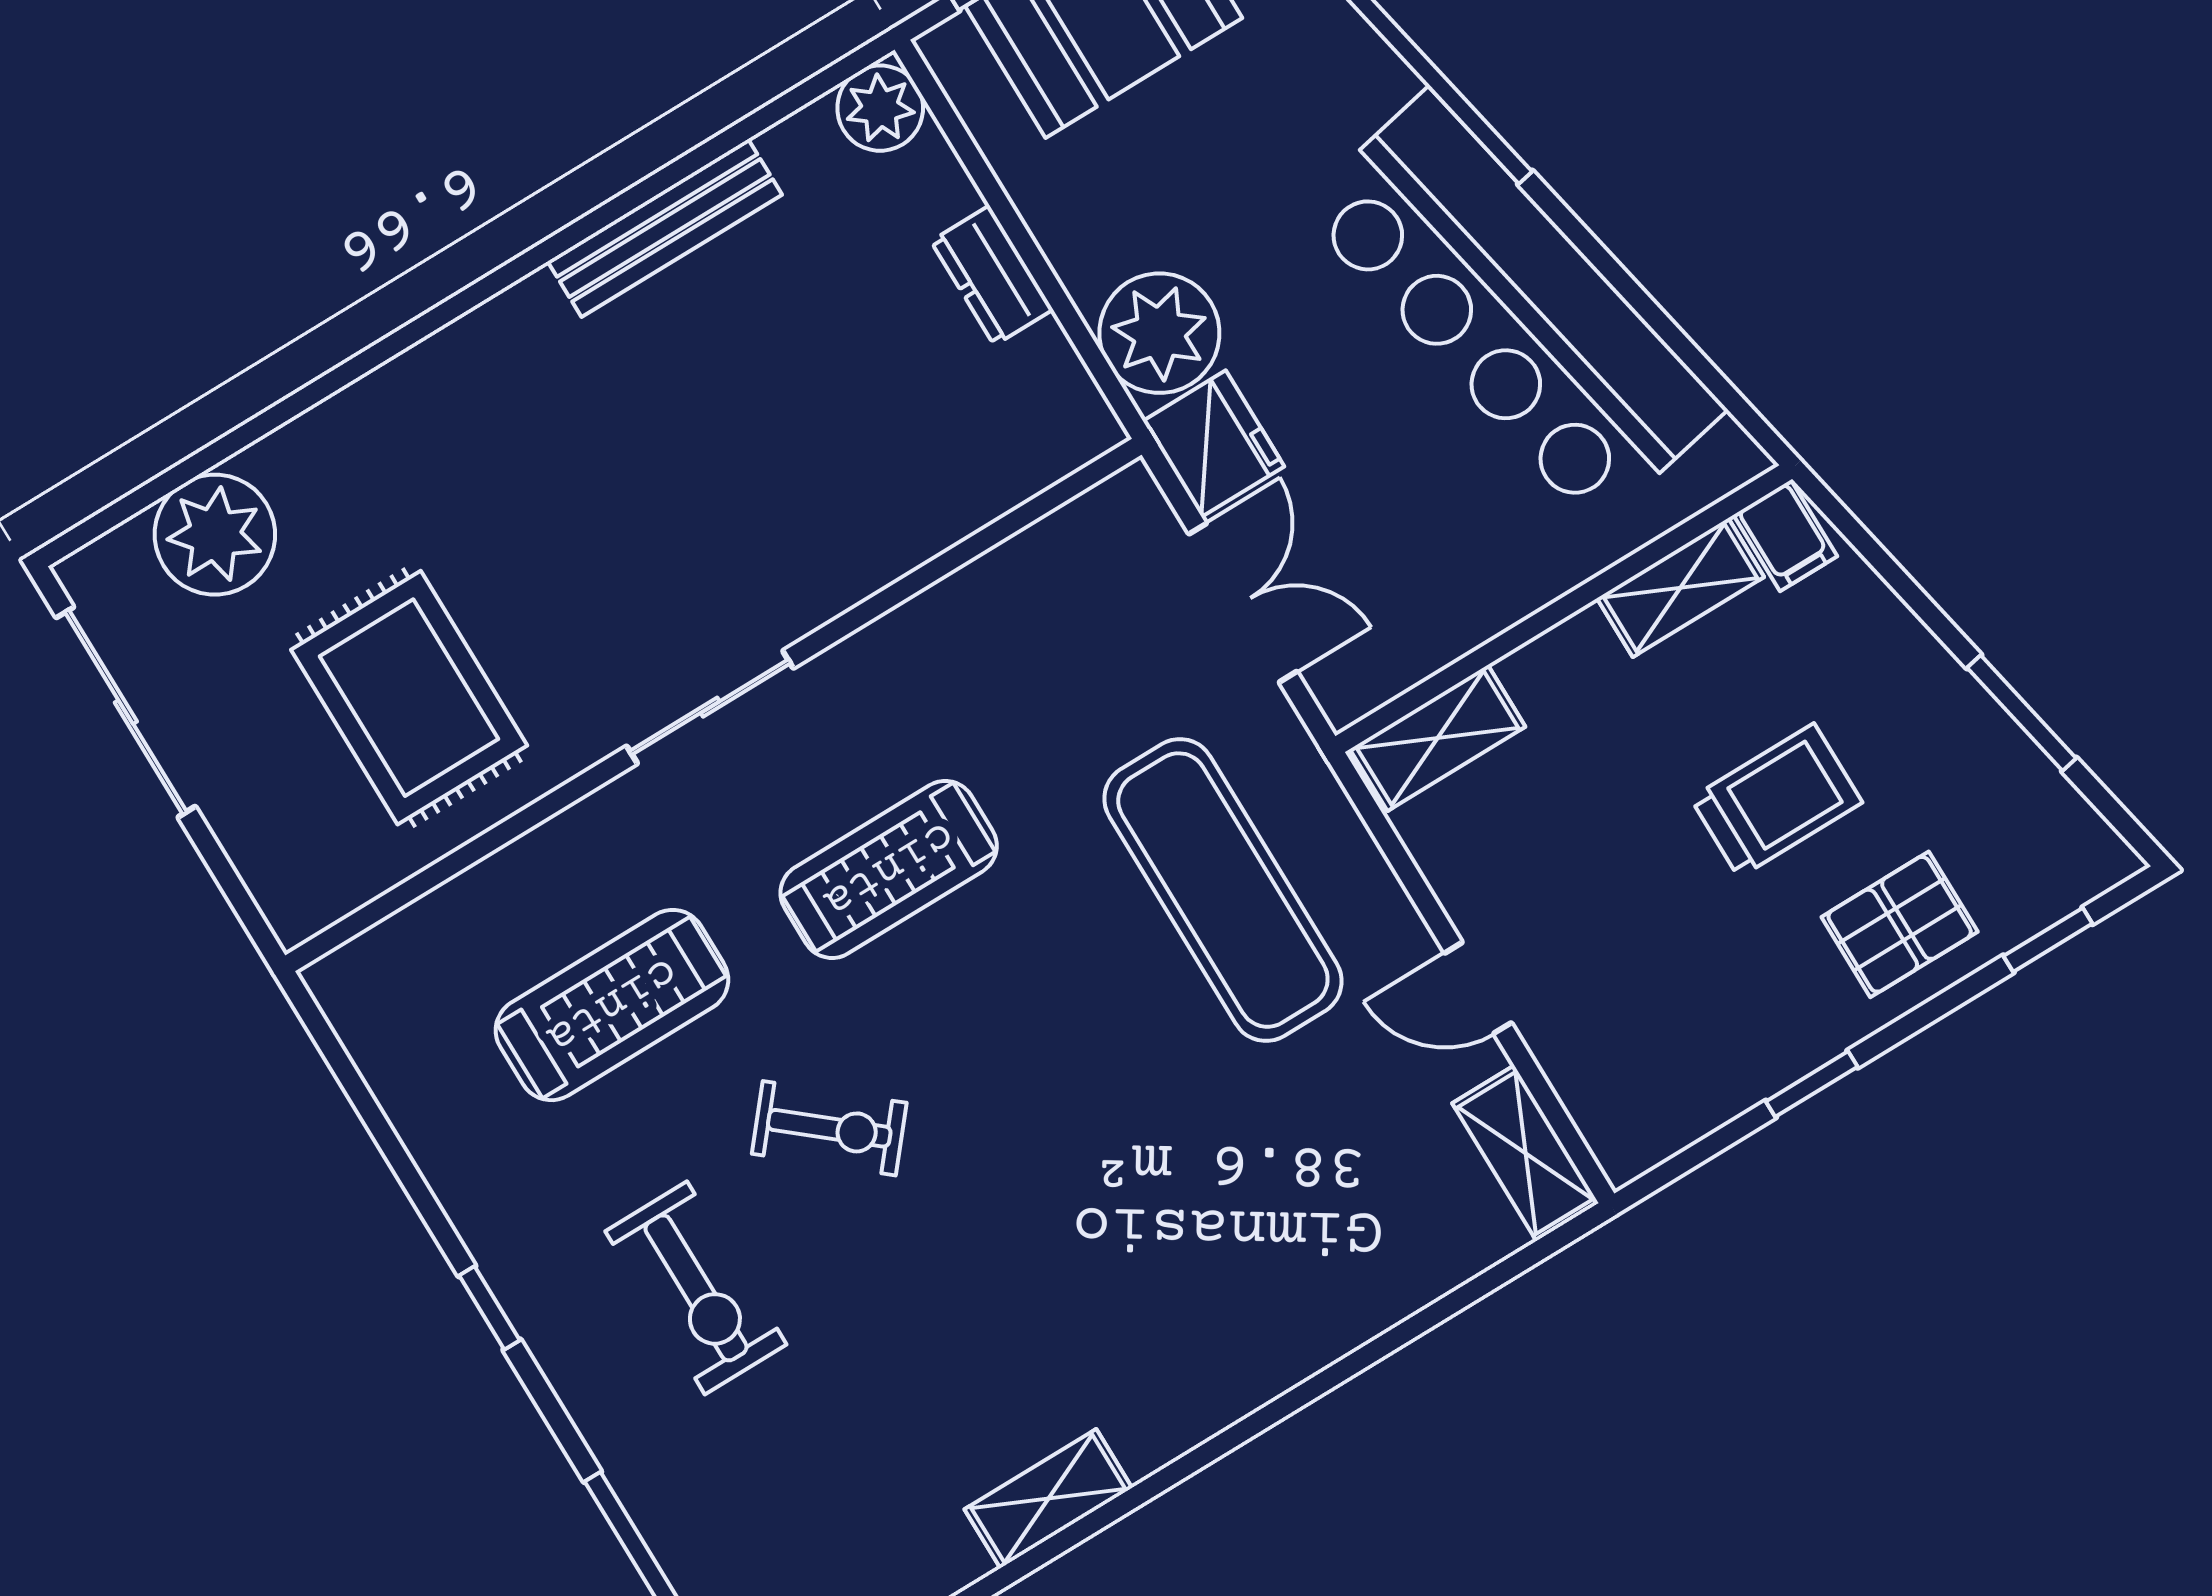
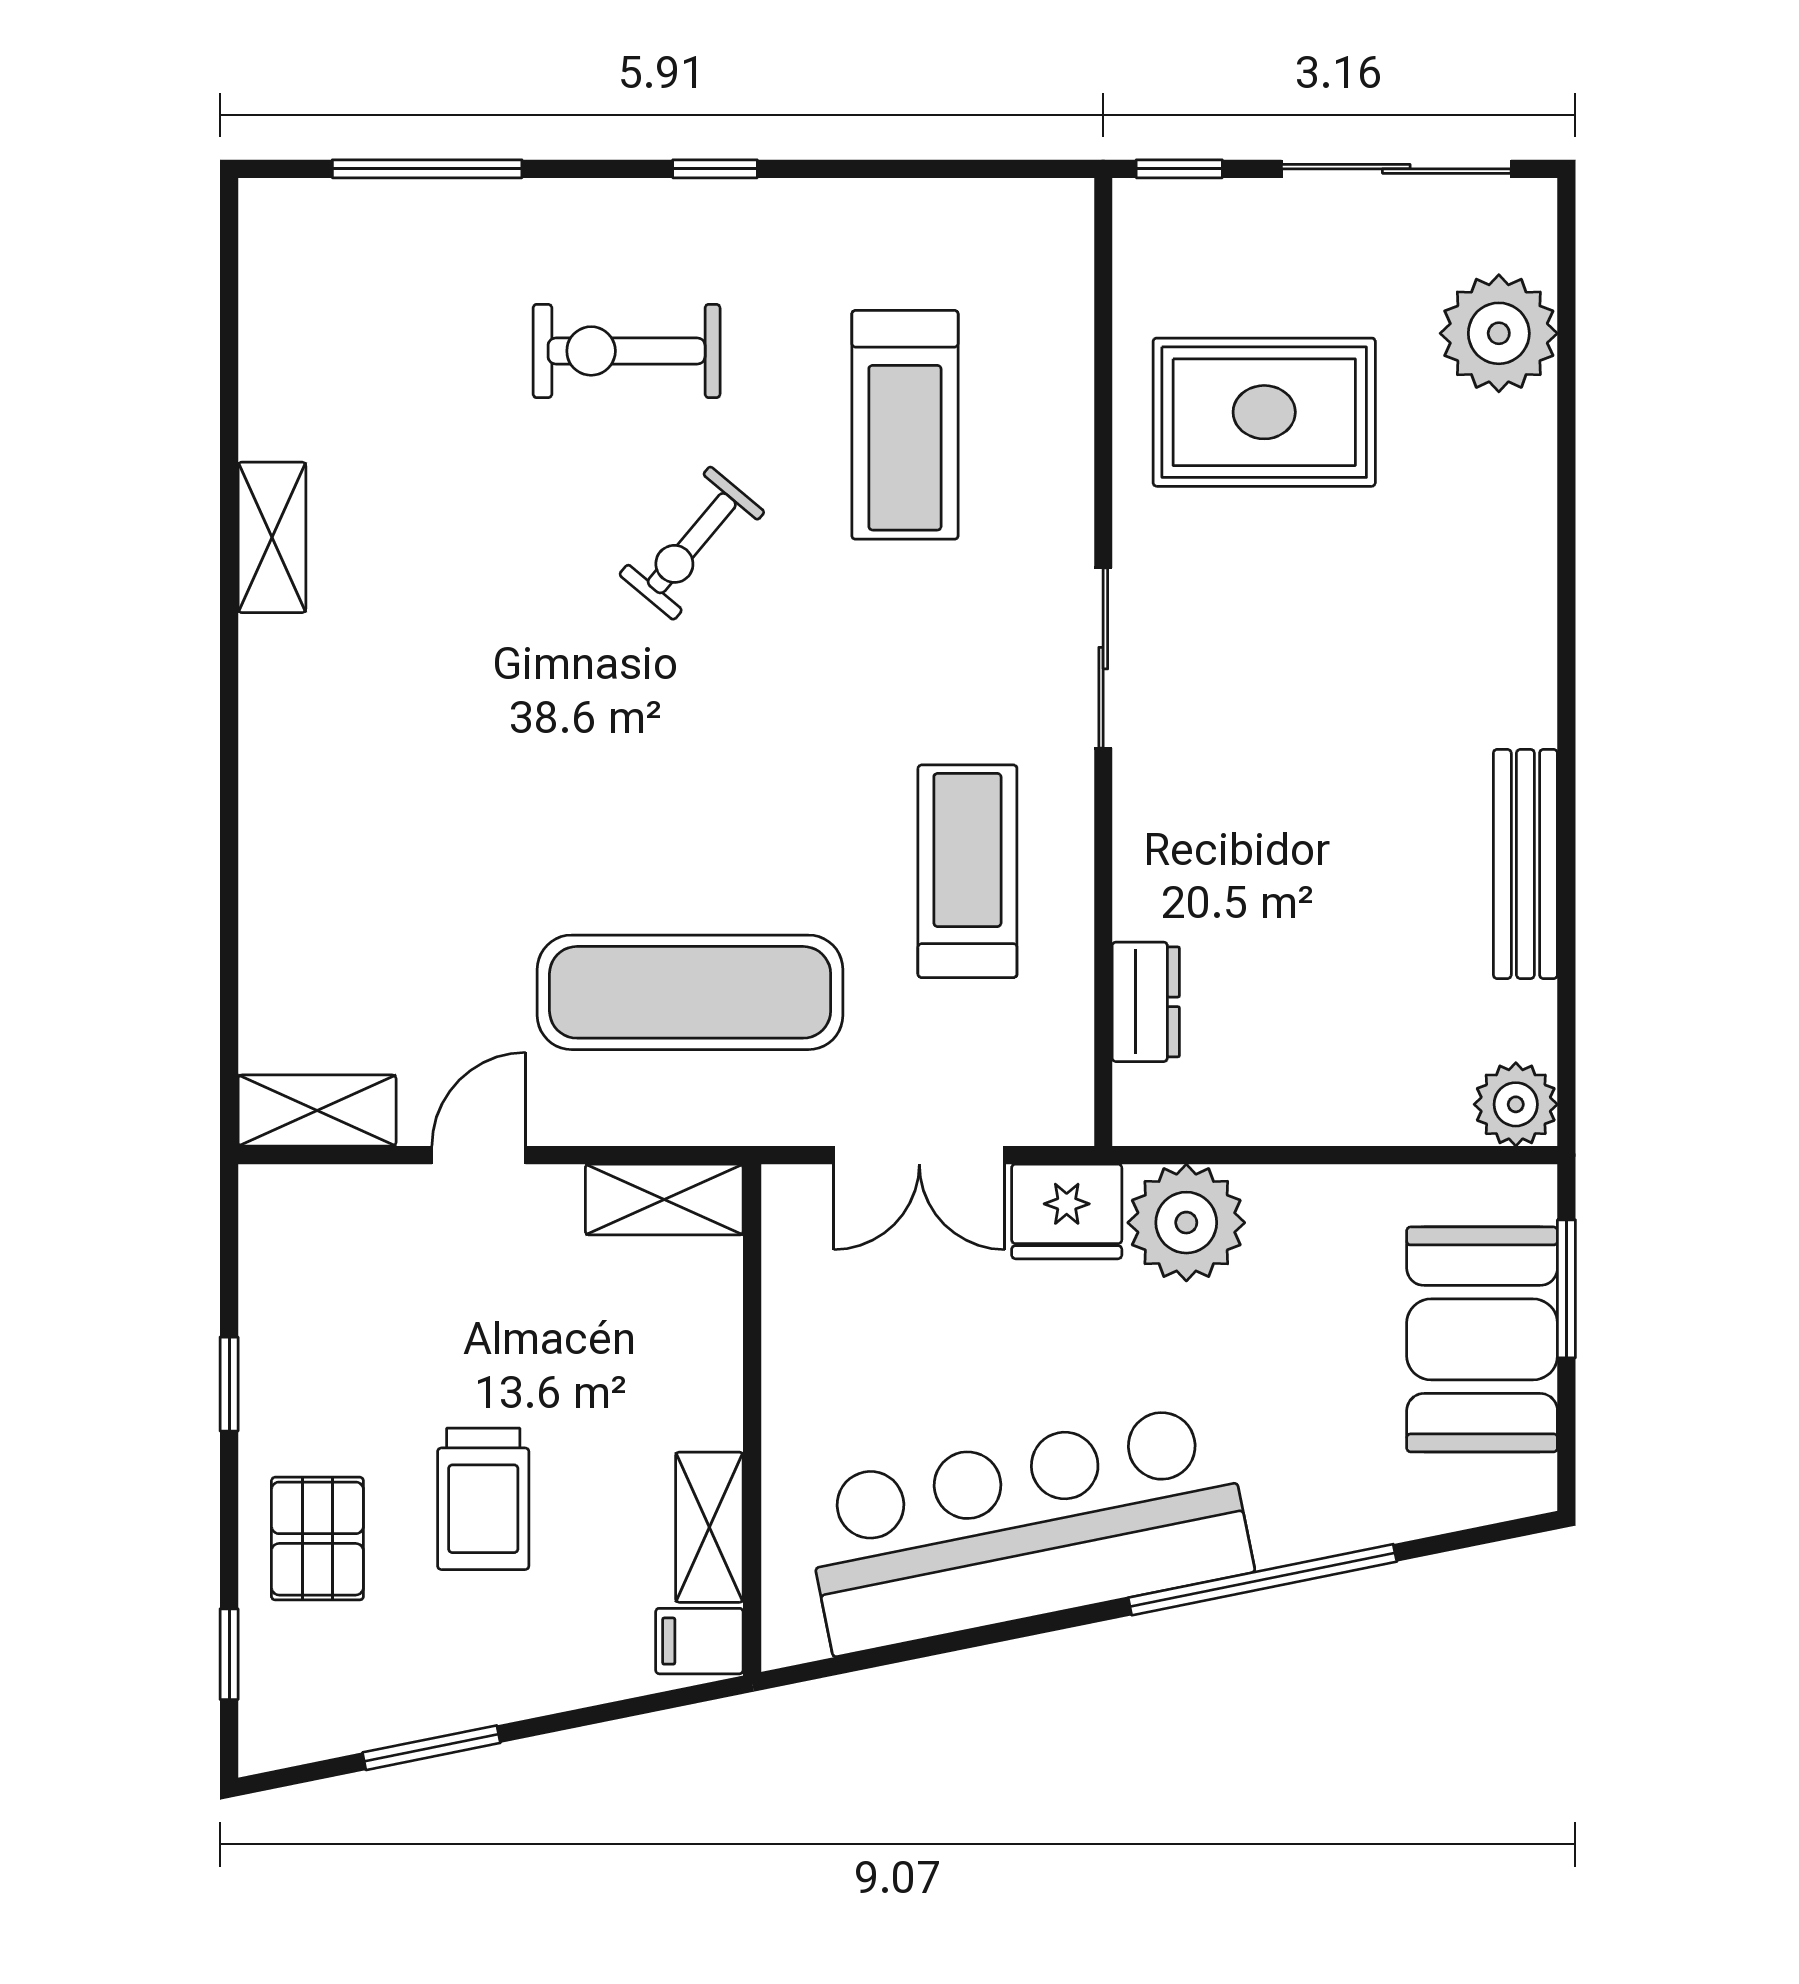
dresser: (992, 275) -> (1146, 1002), moved, turned 90
shelving: (1438, 738) -> (664, 1199), moved, turned 90
treadmill: (889, 869) -> (967, 871), moved
window: (242, 902) -> (1179, 169), added

